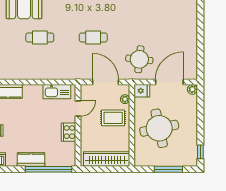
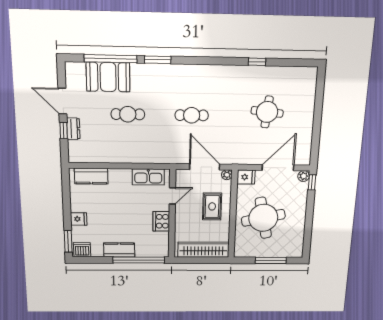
round table: (139, 59) -> (267, 112), moved
plant: (125, 99) -> (227, 175), moved
rug: (113, 118) -> (212, 206), turned 90
window: (200, 152) -> (312, 182), moved

